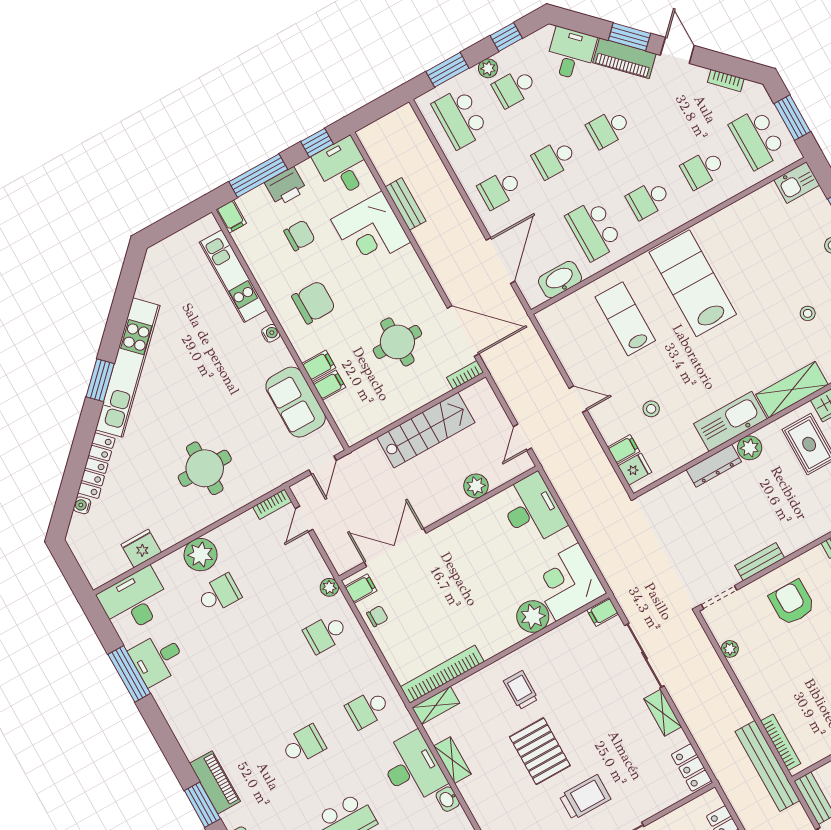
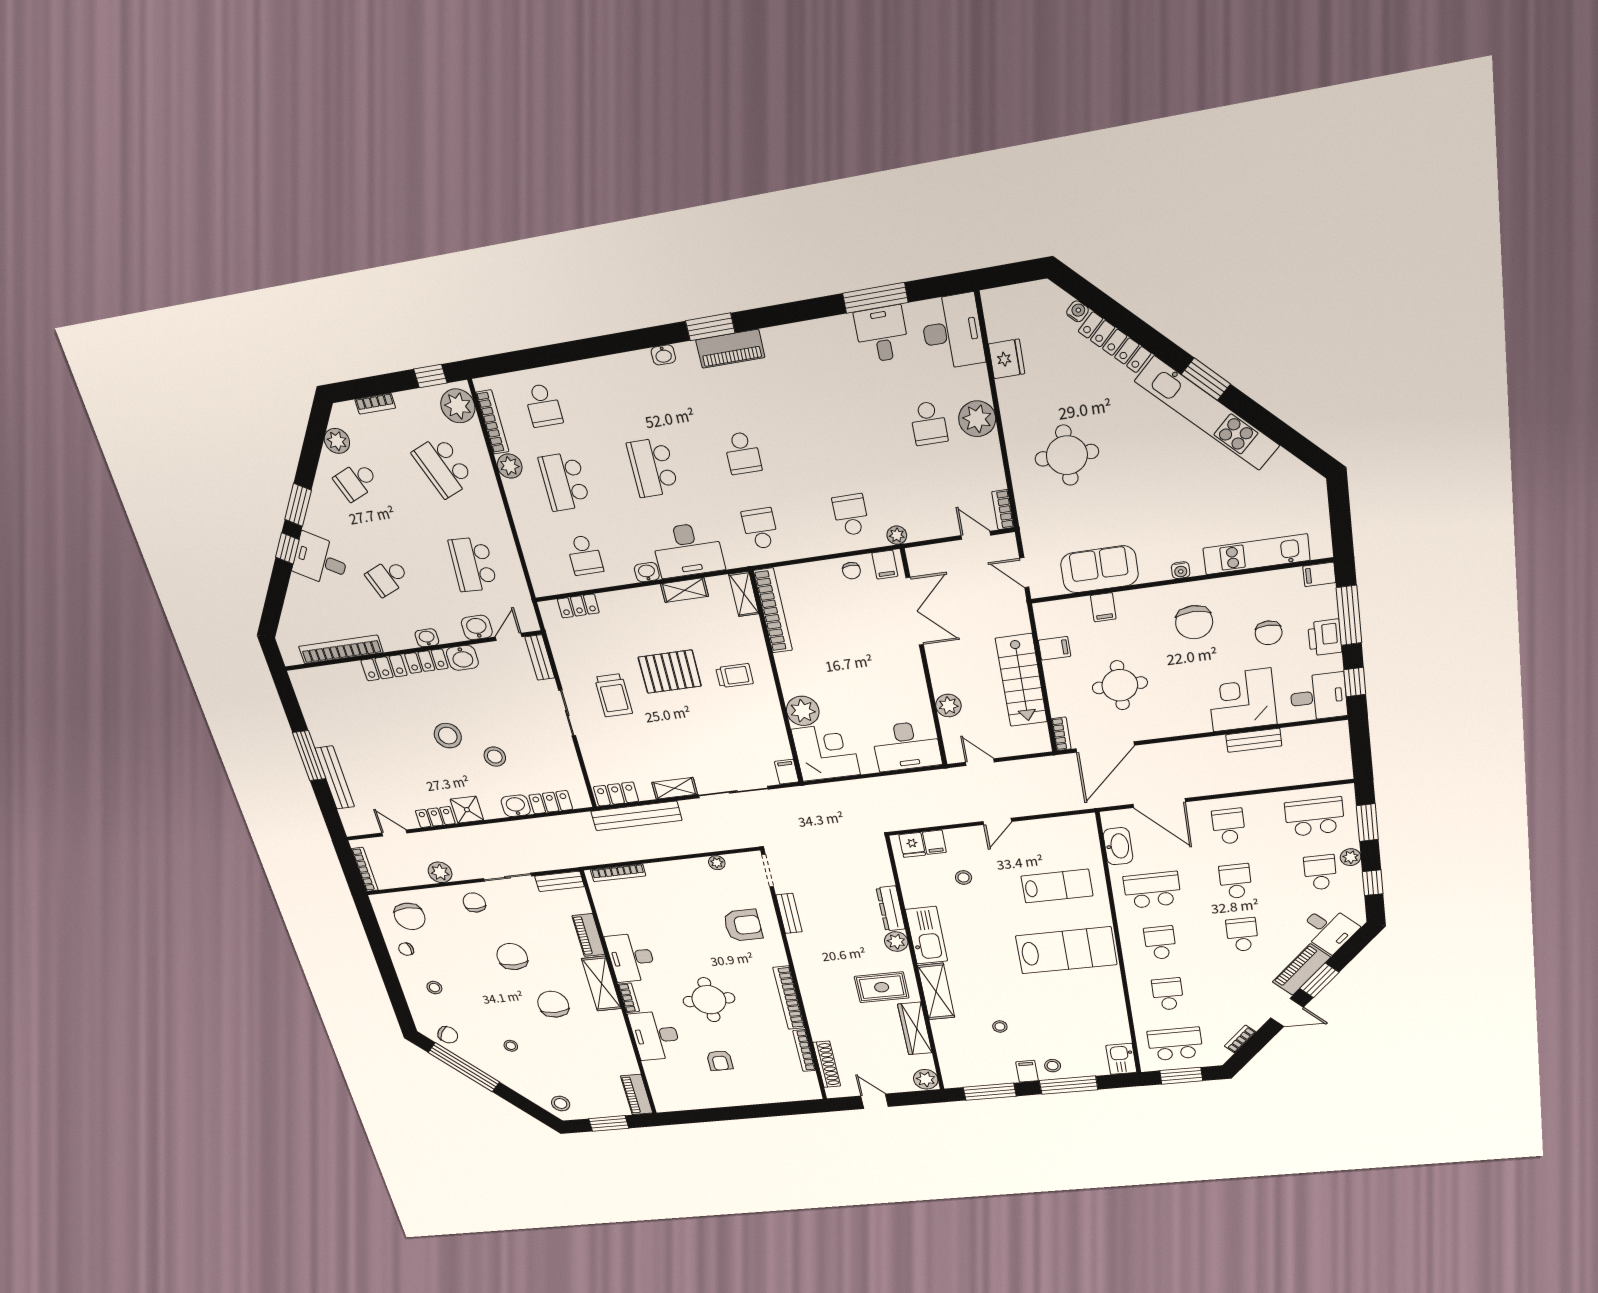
filing cabinet: (319, 366) -> (1054, 648), moved, turned -90
bench: (767, 766) -> (636, 816), moved

